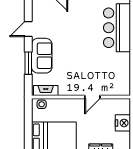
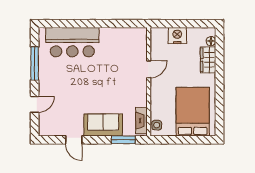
window: (28, 63) -> (123, 140), moved
door: (92, 97) -> (149, 69), hinge flipped

